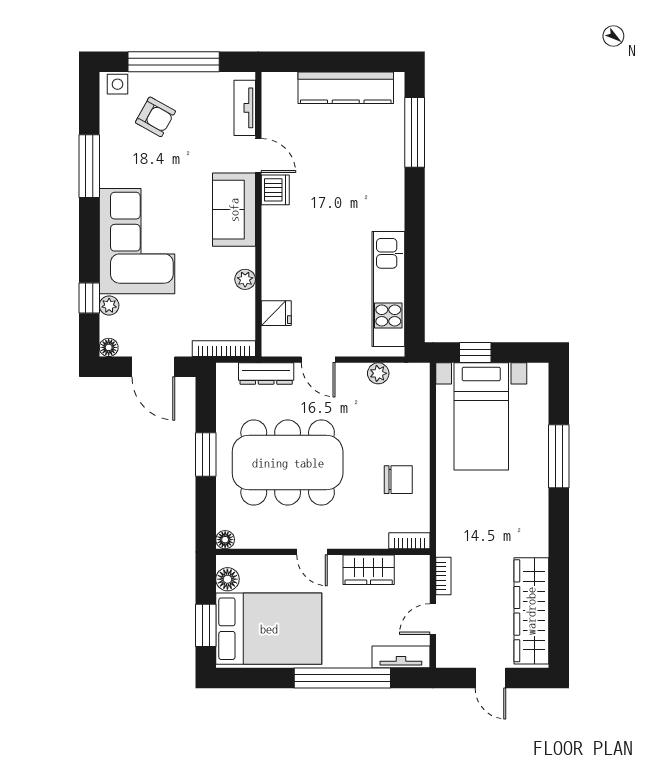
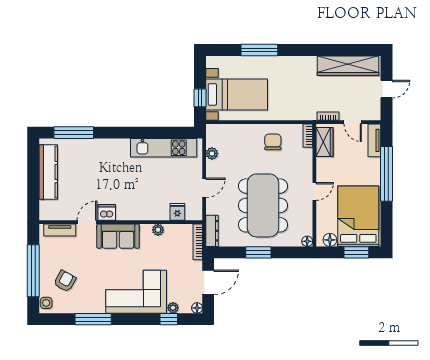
dresser: (266, 373) -> (212, 231), moved
wardrobe: (369, 570) -> (324, 142), moved

